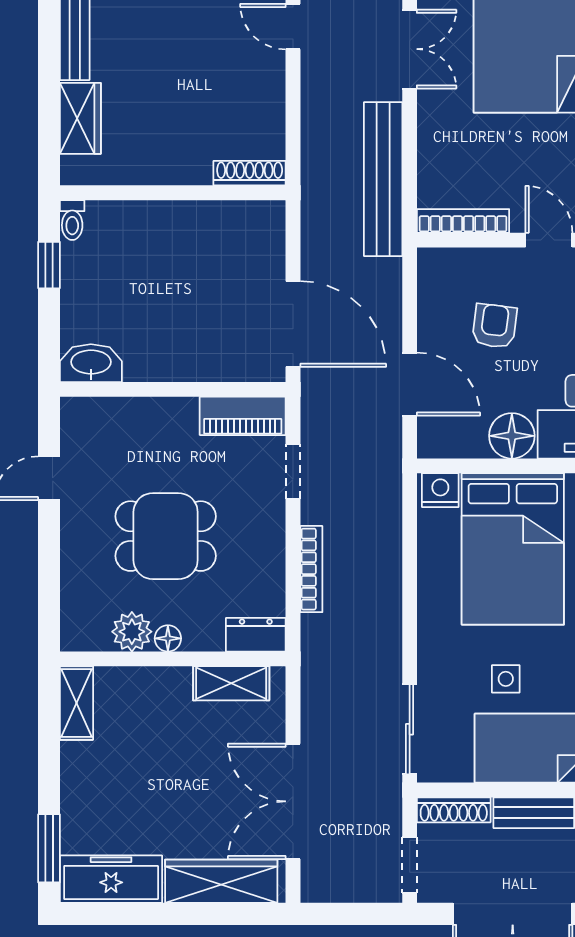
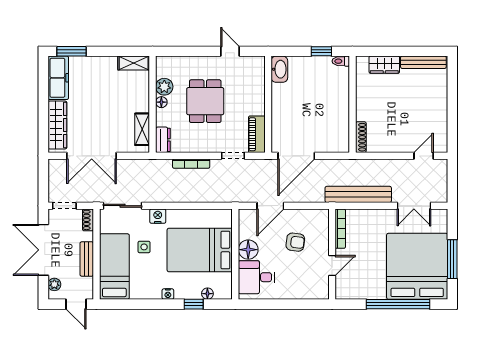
nightstand: (440, 490) -> (158, 216), moved, turned -90
double door: (293, 801) -> (92, 156), swing flipped
shoe rack: (454, 810) -> (88, 220), width x0.70

